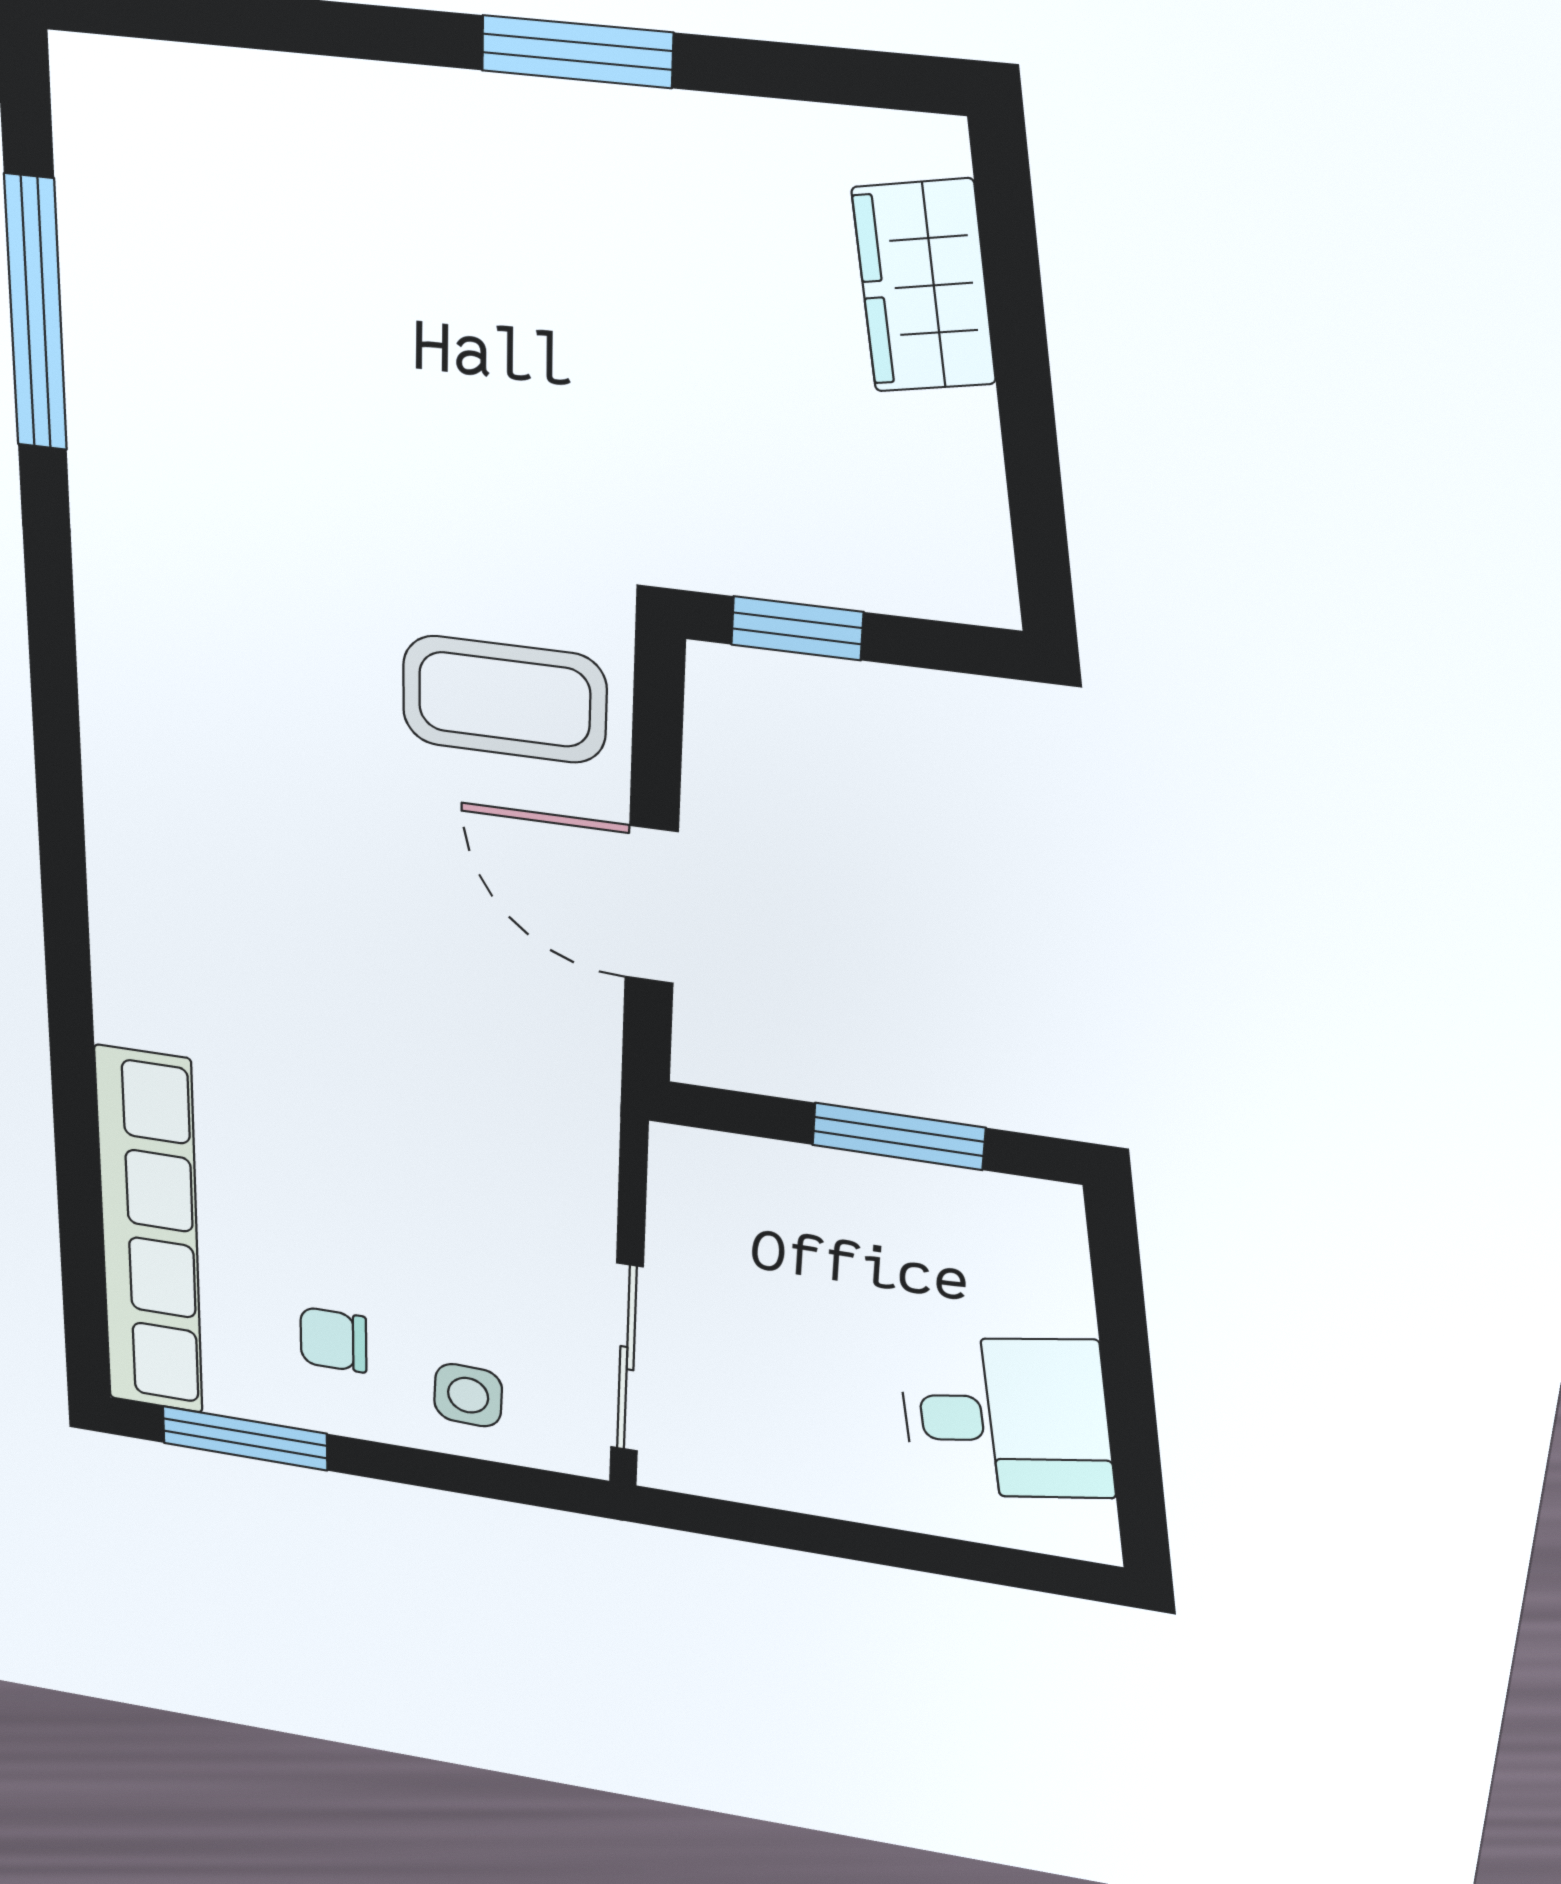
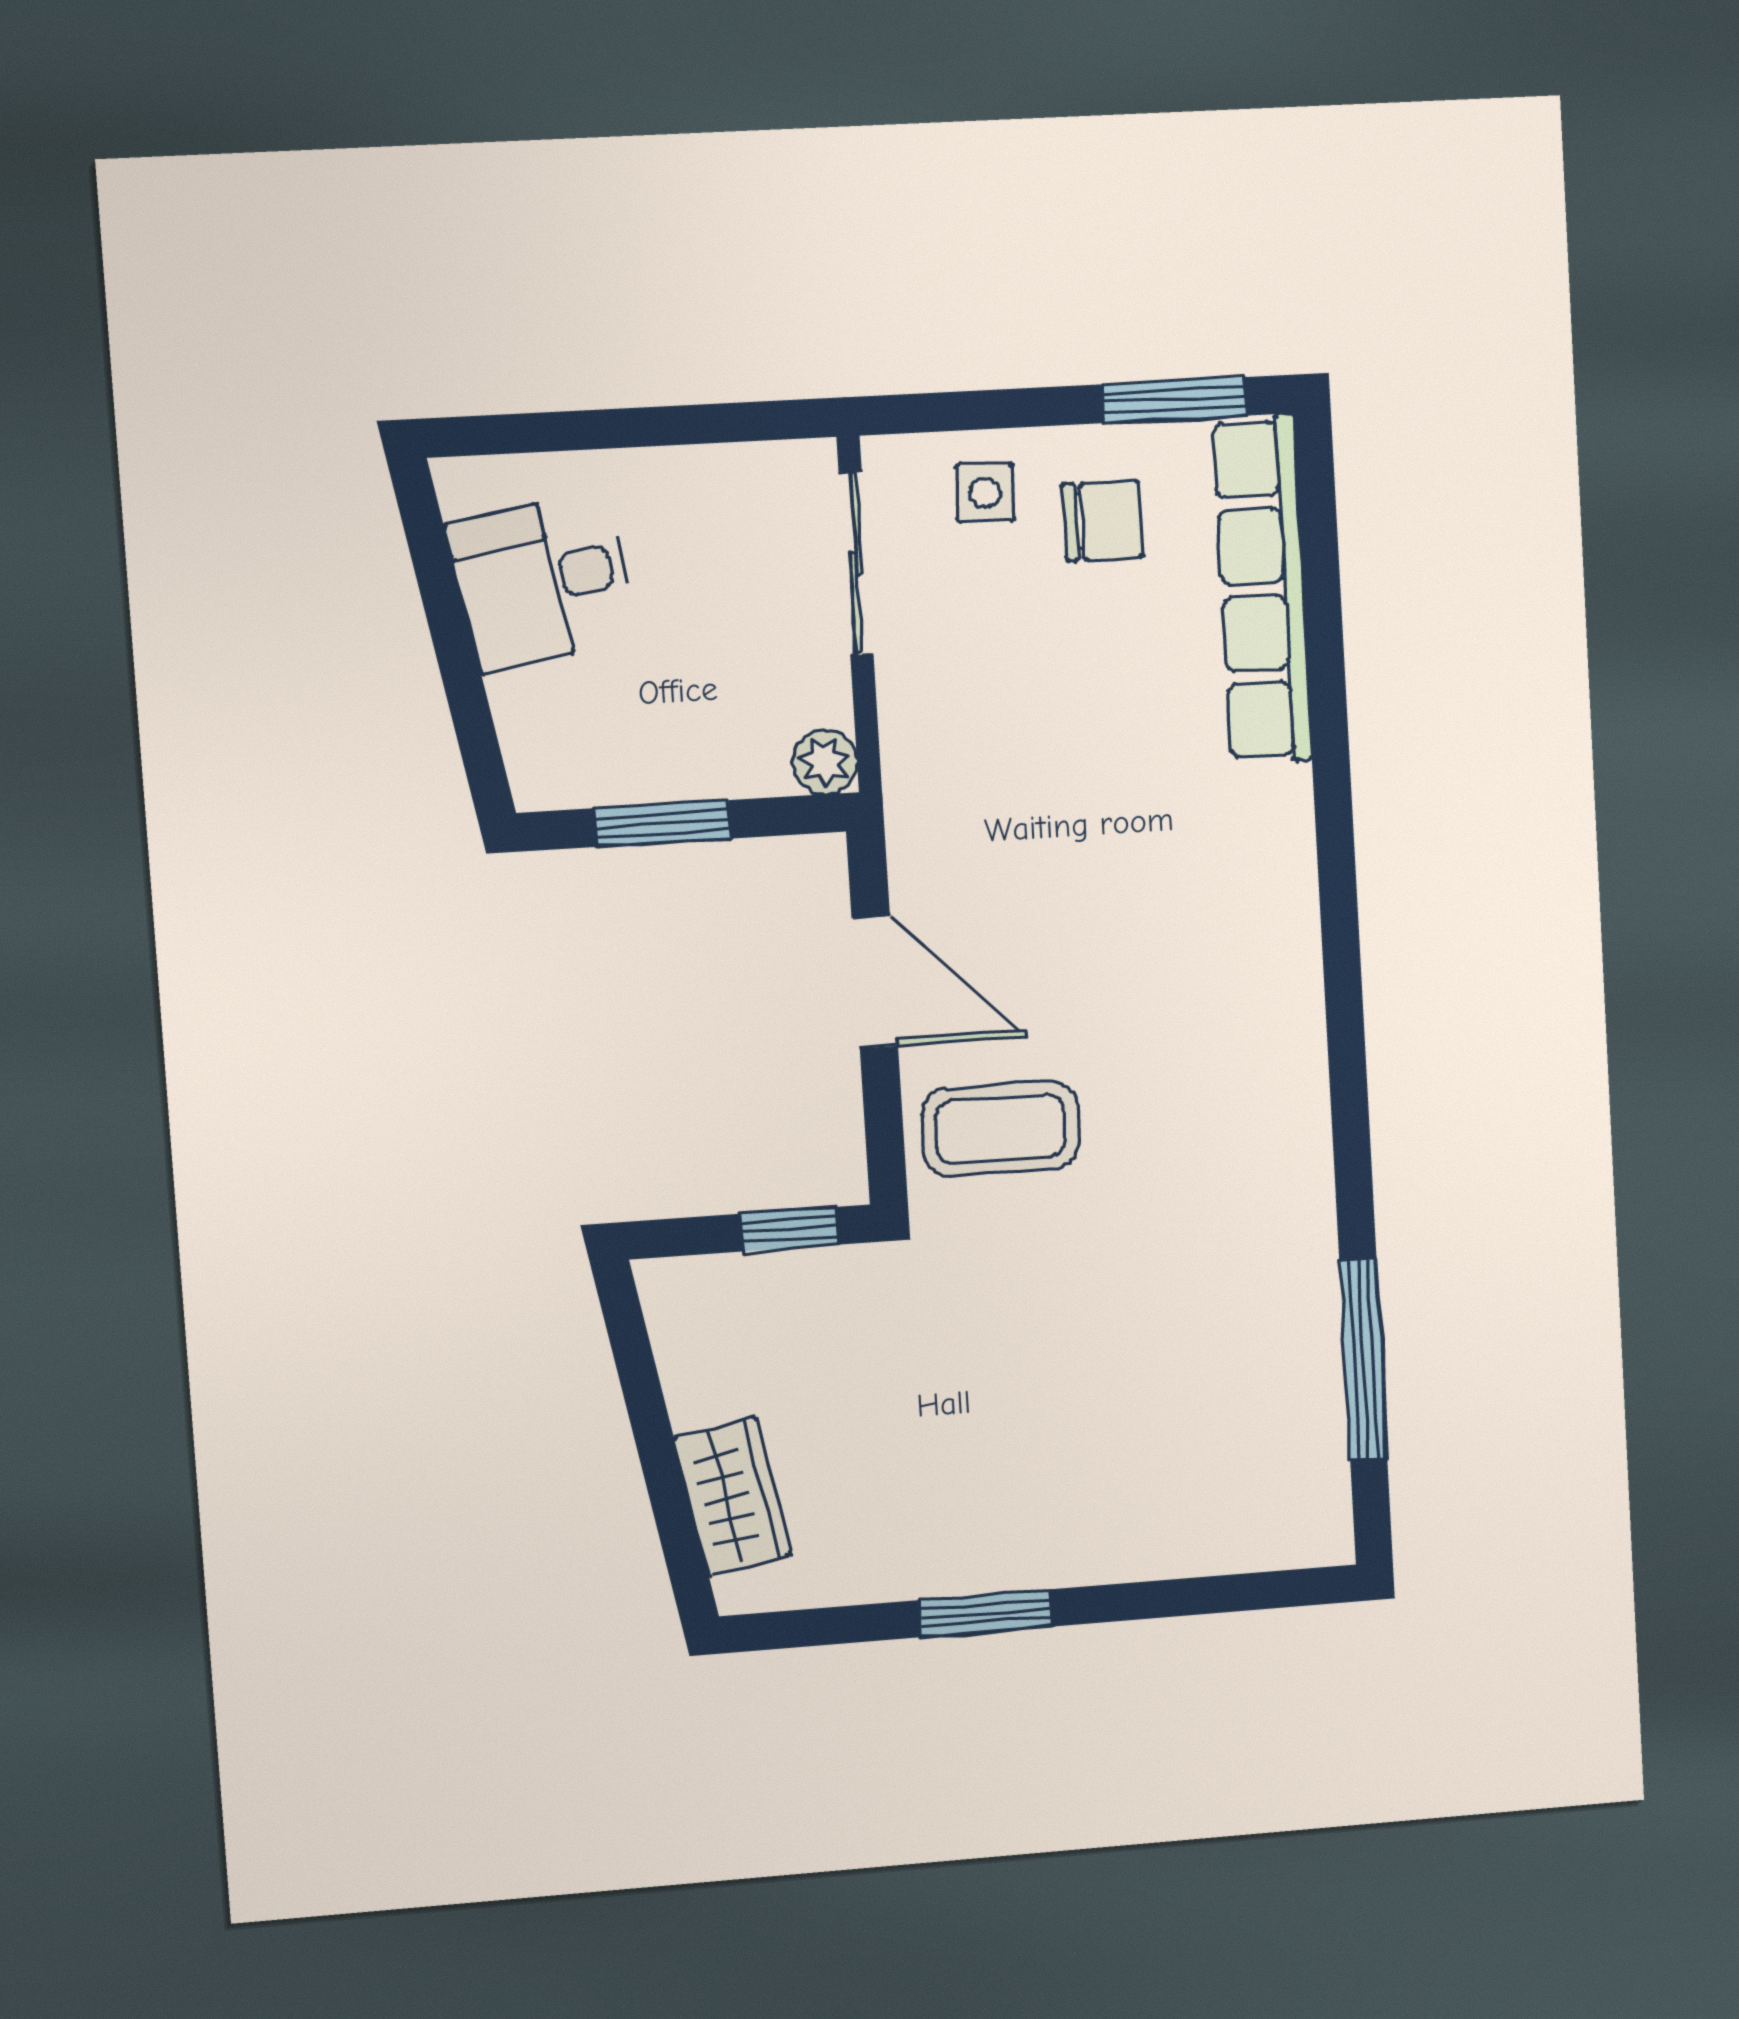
plant: (688, 1162) -> (825, 762), added
chair: (333, 1340) -> (1102, 520), width x1.37, depth x1.37

